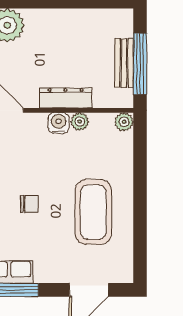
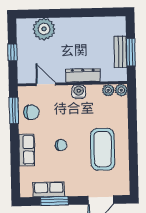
window: (140, 64) -> (131, 52), width x0.69
plant: (80, 122) -> (108, 90), moved

